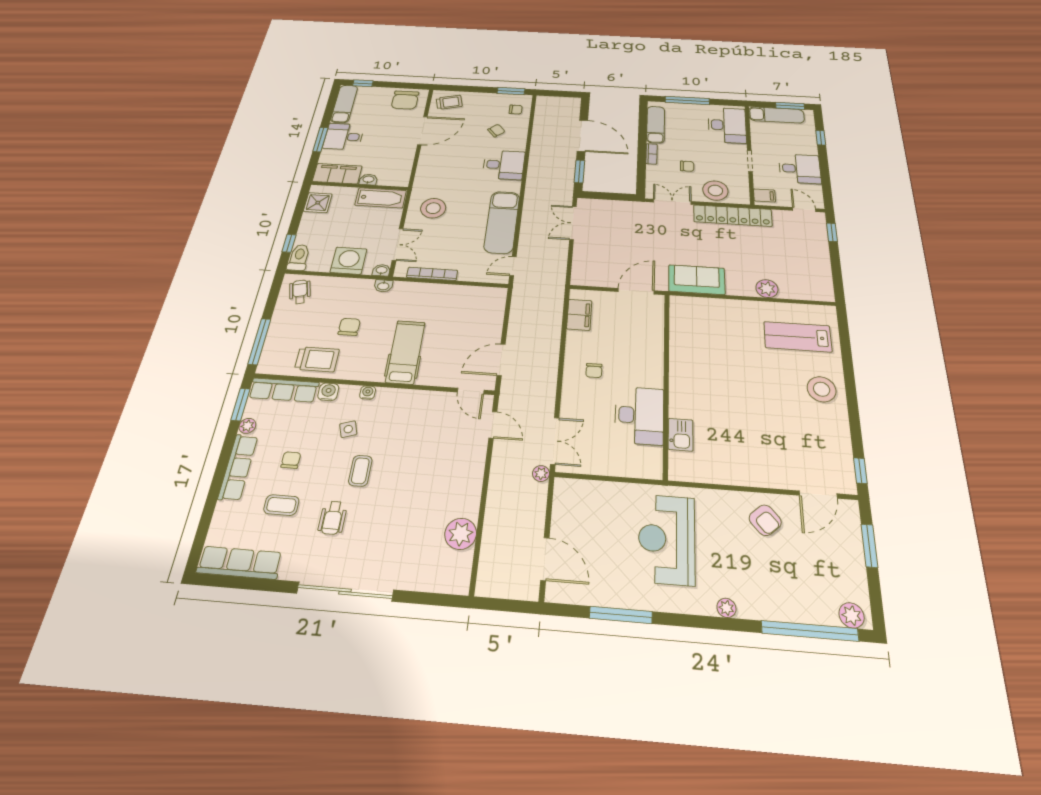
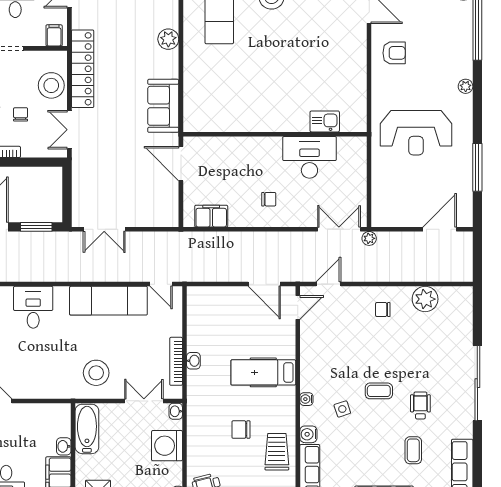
washbasin: (383, 286) -> (193, 361), moved
chair: (291, 460) -> (383, 310), moved
wheelchair: (333, 518) -> (420, 406), turned -90
armchair: (765, 520) -> (394, 53), turned 41

